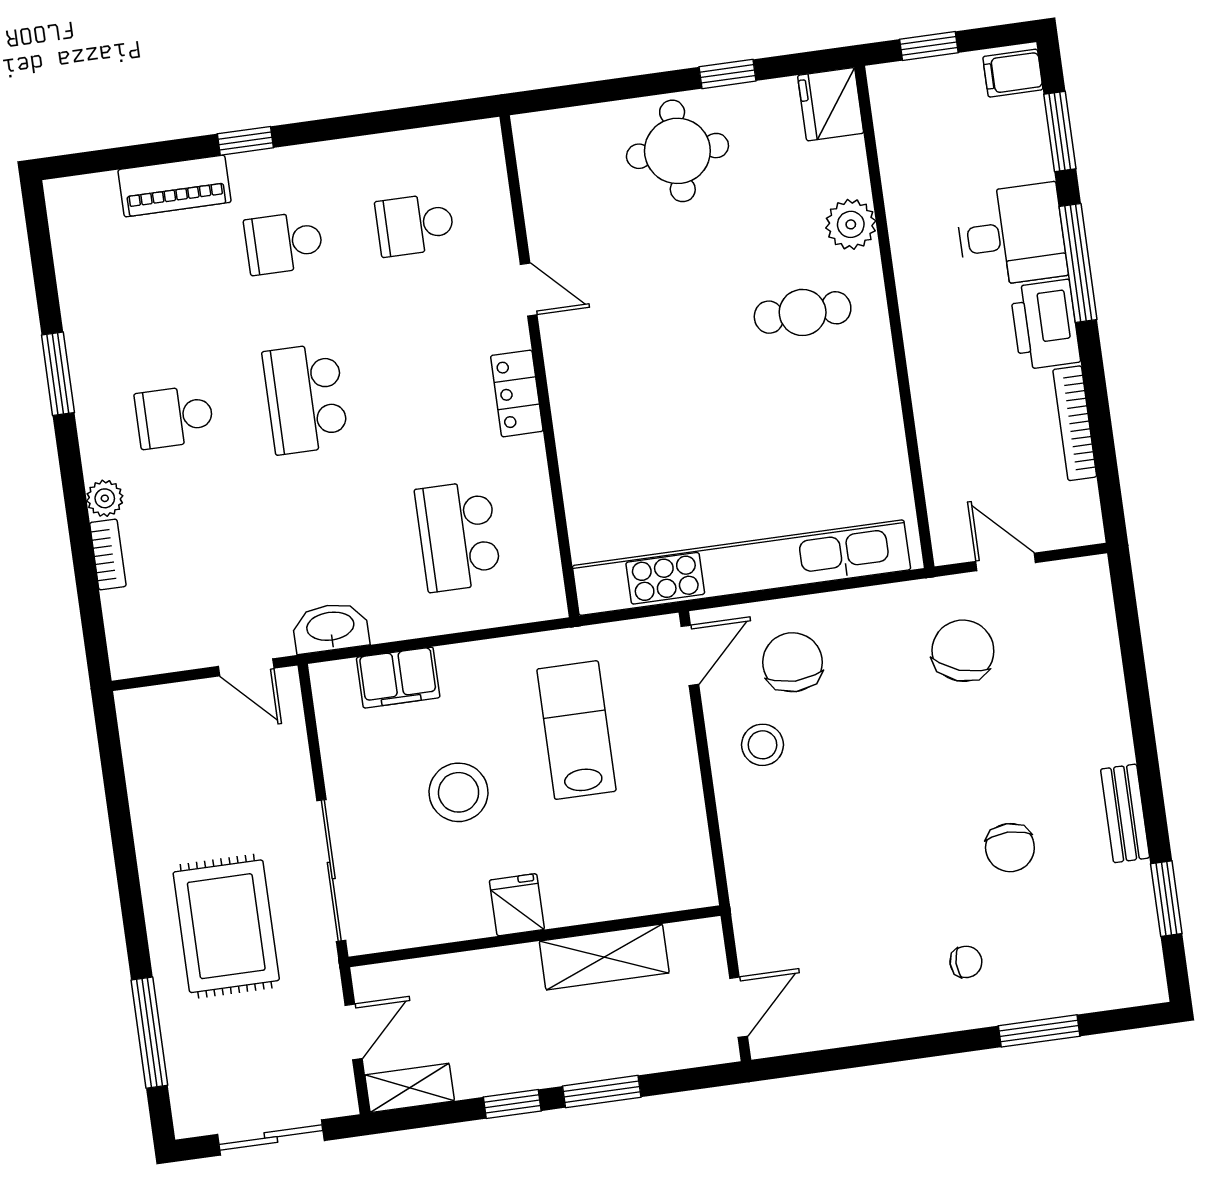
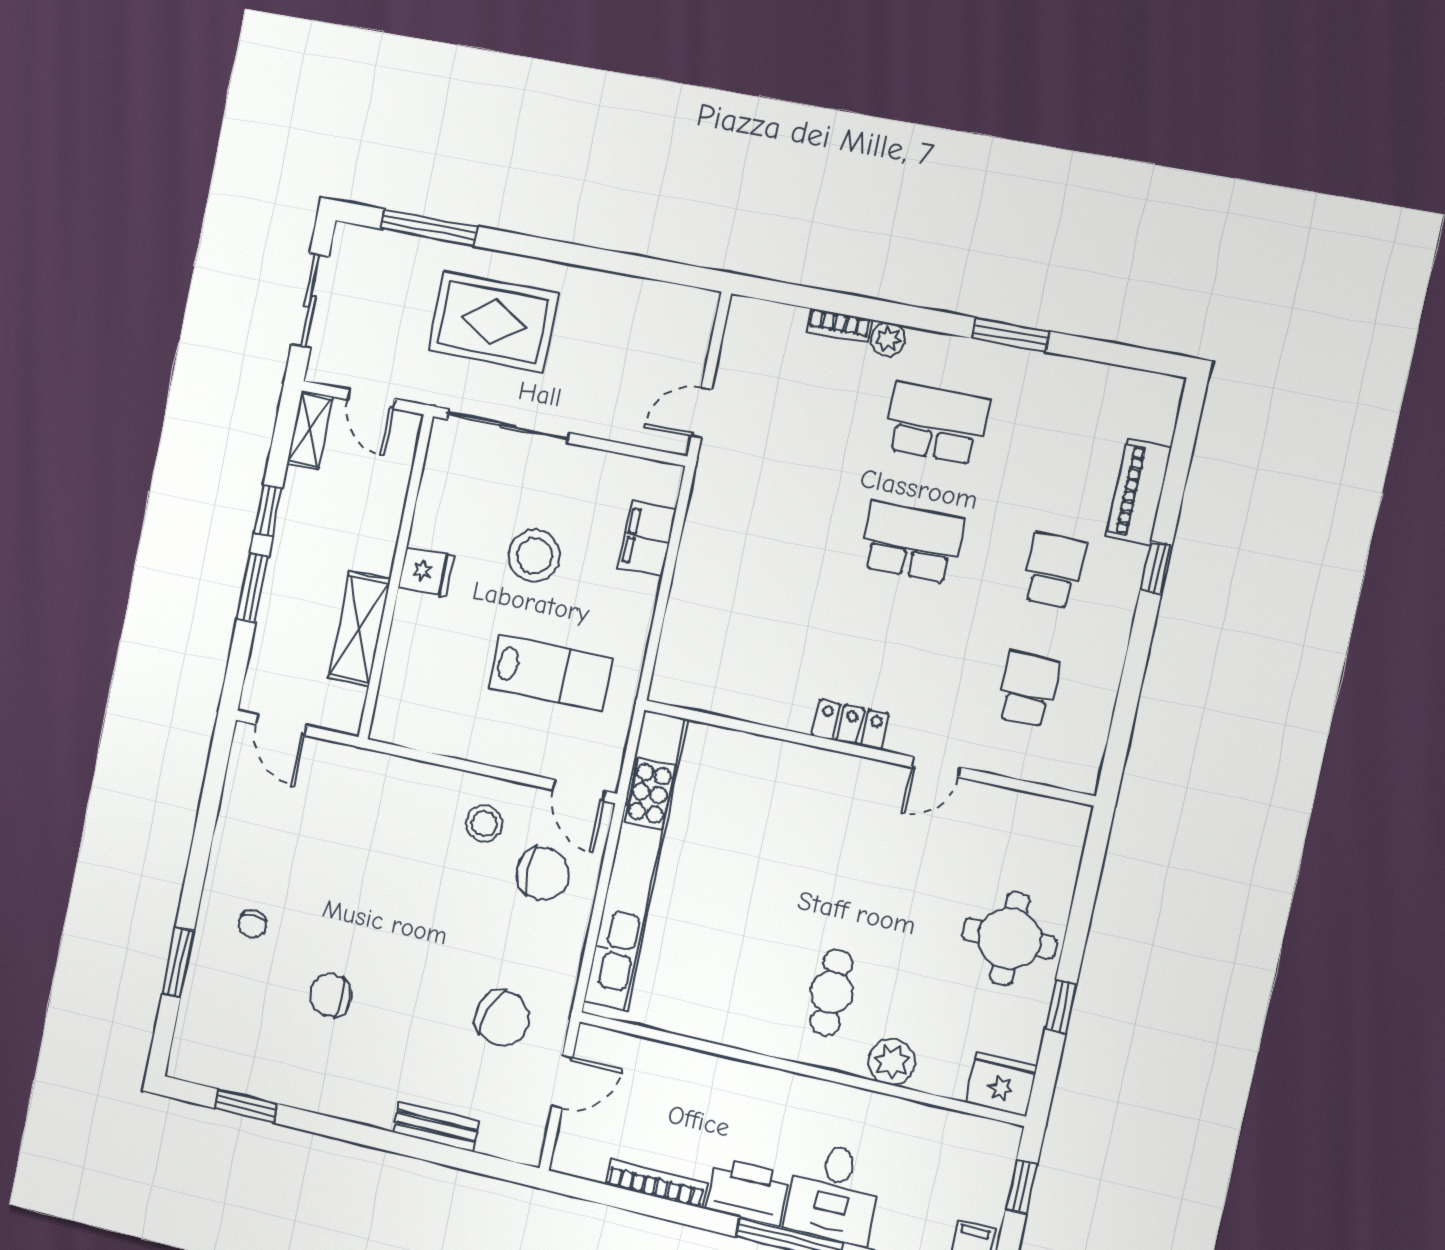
school desk: (174, 417) -> (937, 424), width x1.85
school desk: (458, 536) -> (747, 631), removed
washbasin: (331, 628) -> (709, 496), removed
bench: (1125, 813) -> (436, 1127), moved

